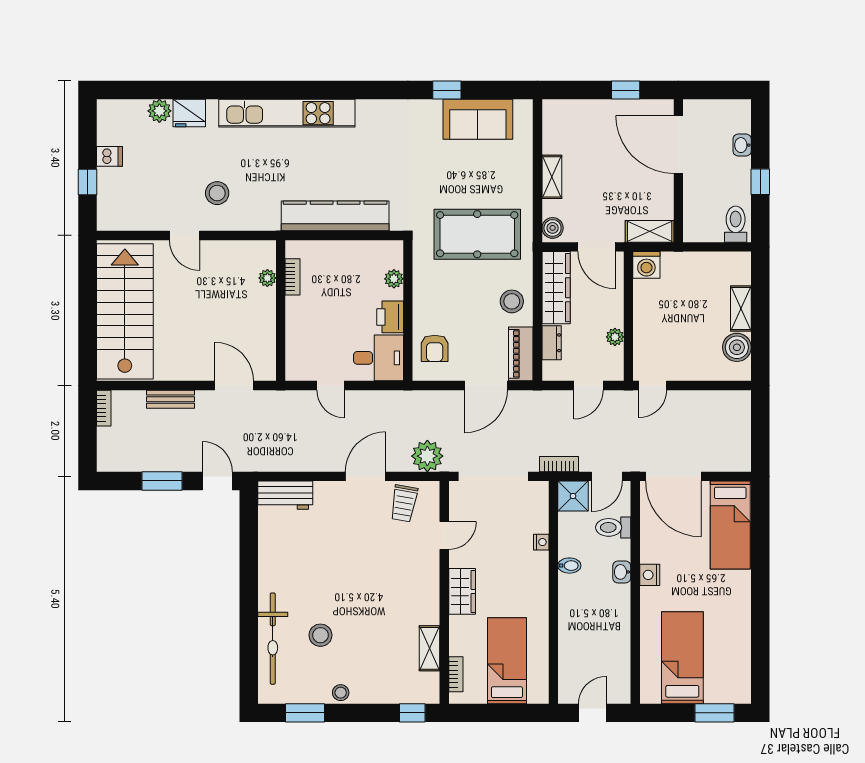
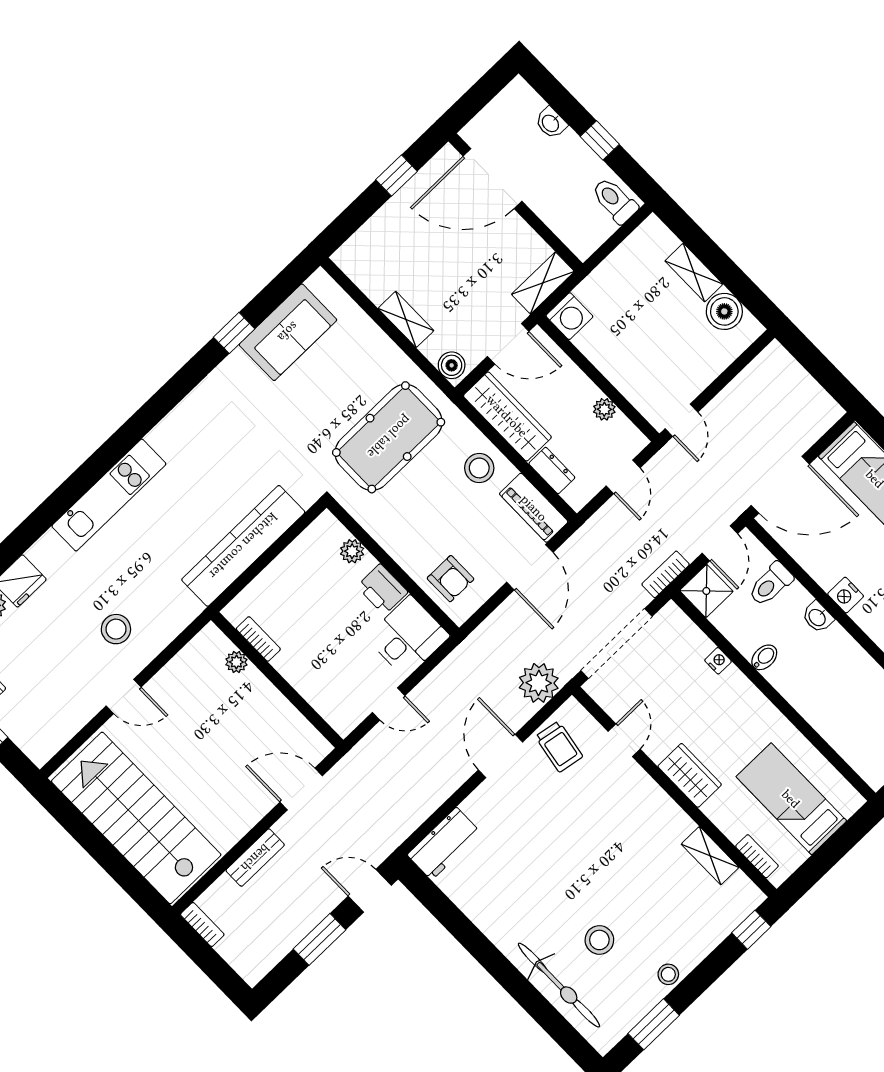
kitchen unit: (287, 113) -> (109, 495), width x0.73

